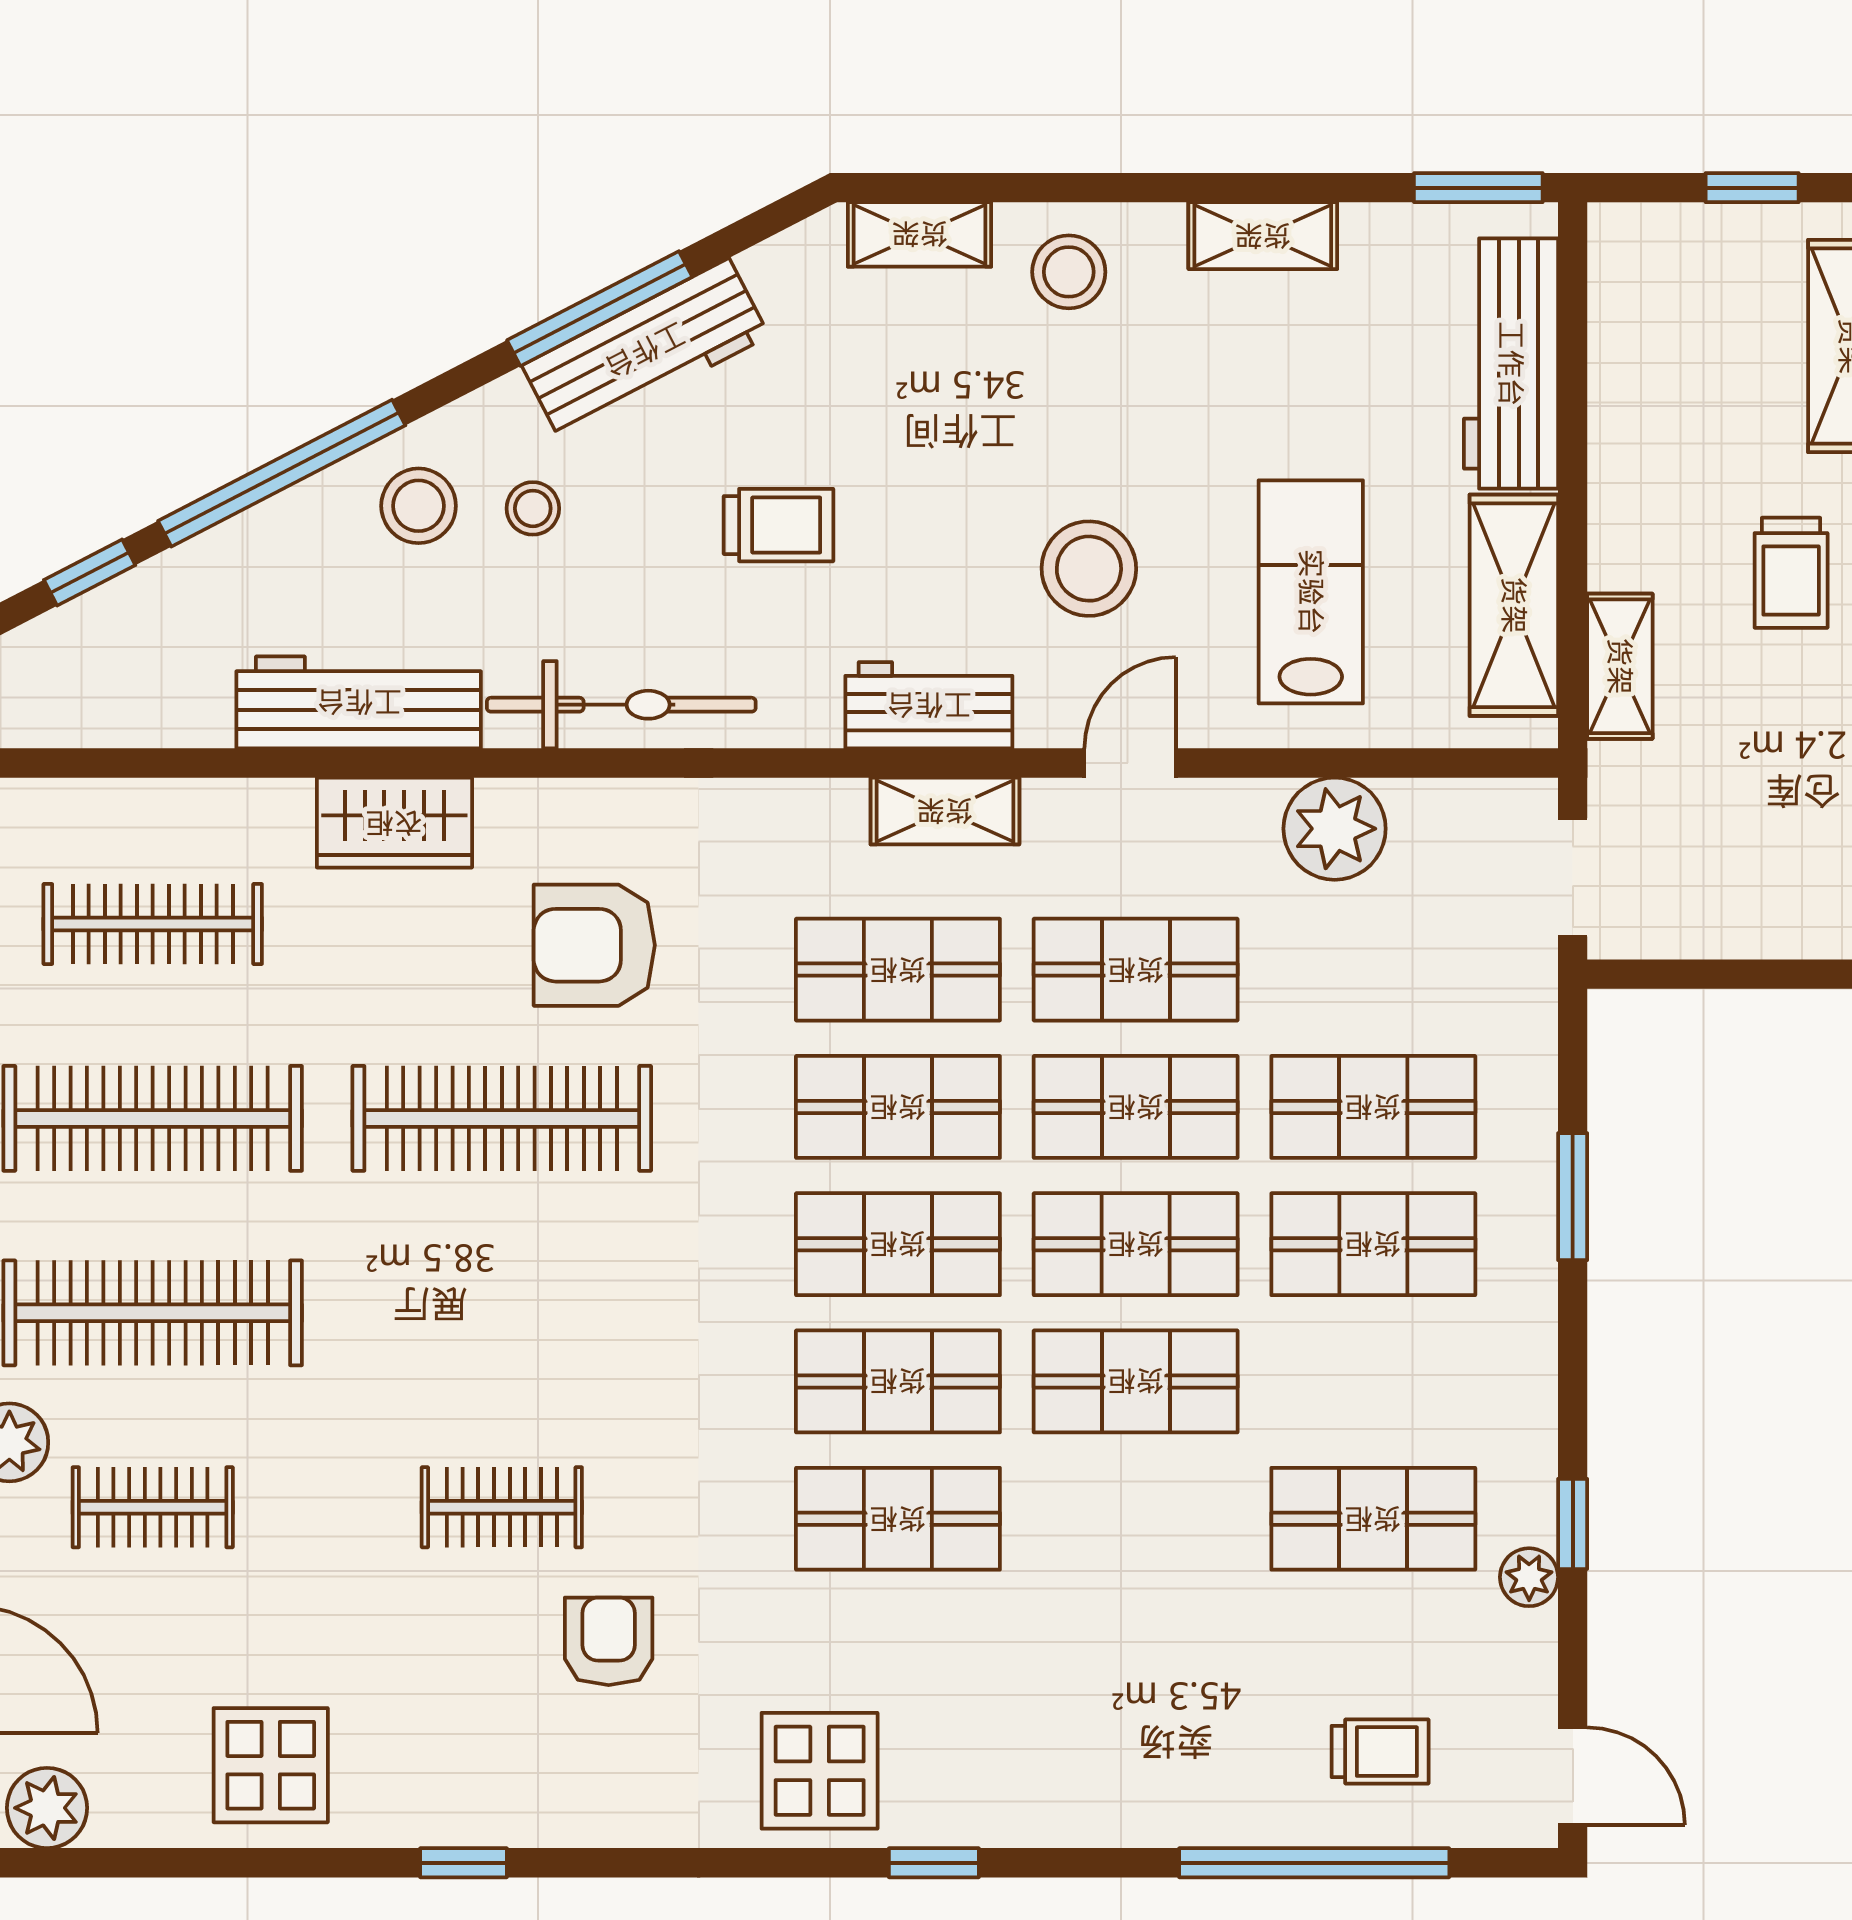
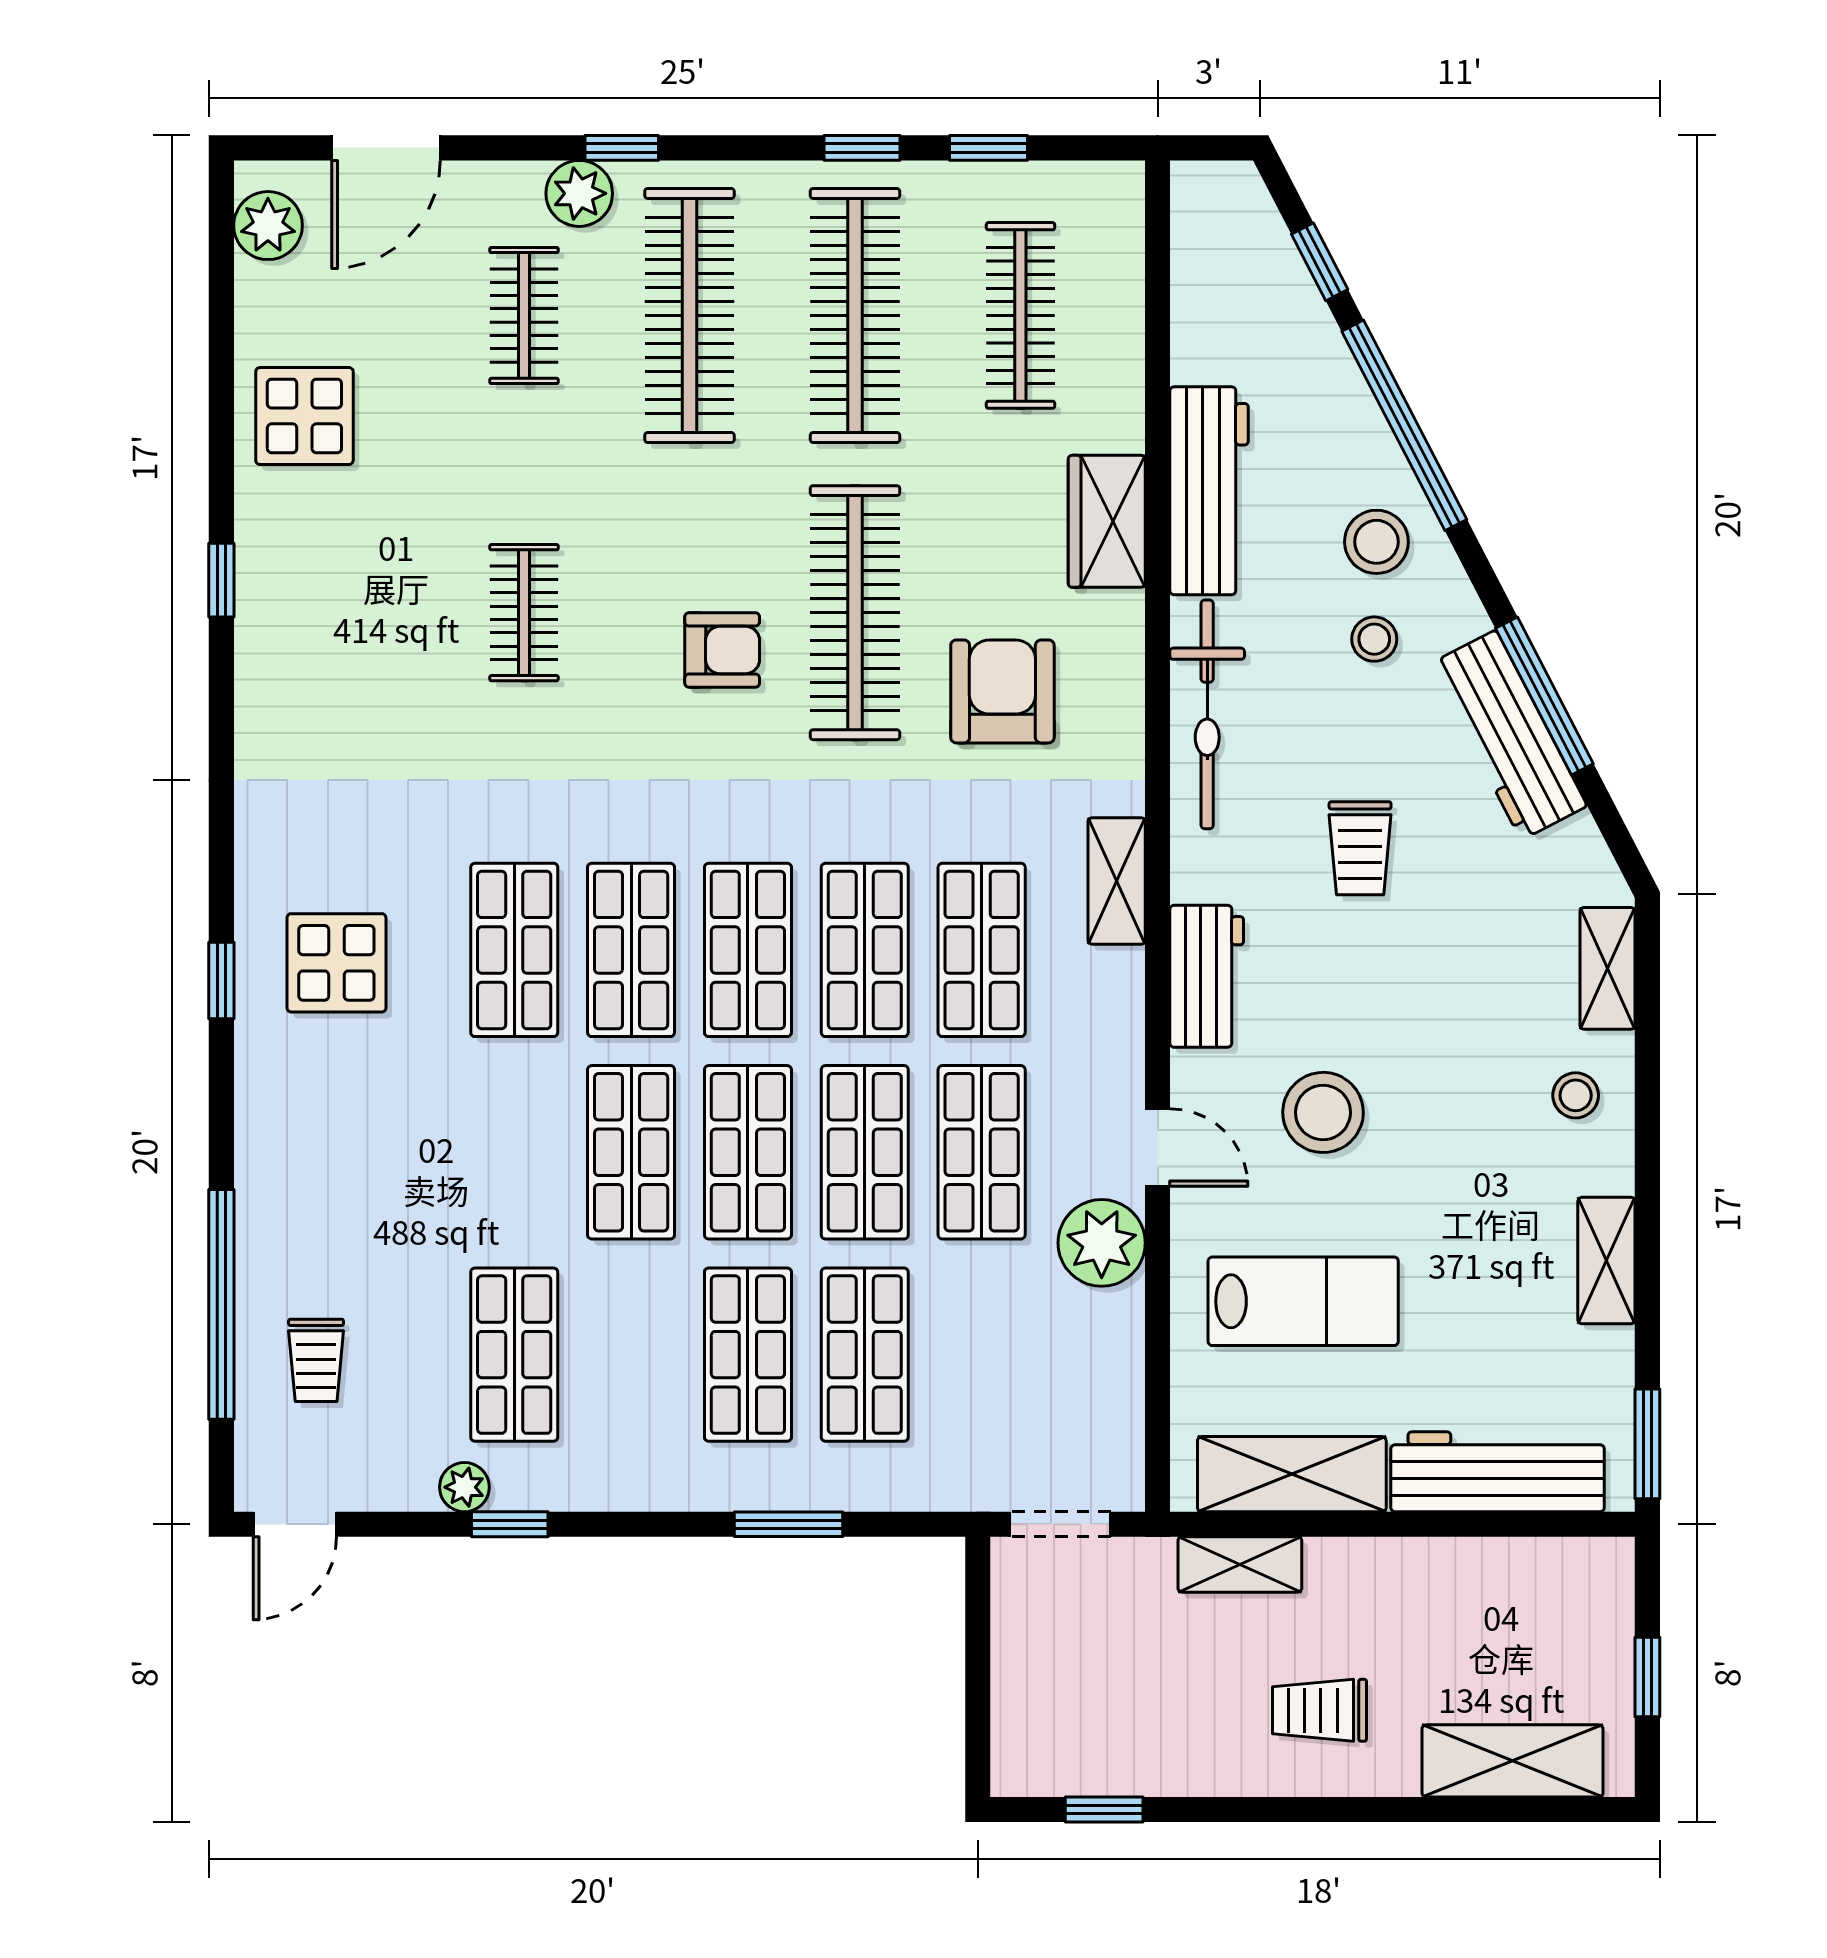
stool: (1069, 272) -> (1576, 1095), width x0.73, depth x0.73
shelving: (945, 811) -> (1117, 881), moved
plant: (1335, 829) -> (1102, 1243), moved
armchair: (609, 1641) -> (722, 650), moved
display table: (820, 1771) -> (336, 963), moved

